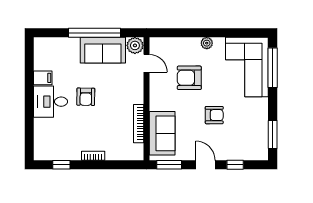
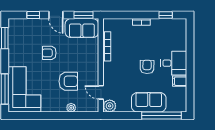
window: (95, 33) -> (161, 116), moved
plant: (207, 43) -> (71, 108), moved
sofa: (103, 50) -> (149, 102), moved
sofa: (162, 133) -> (82, 28), moved, turned -90

